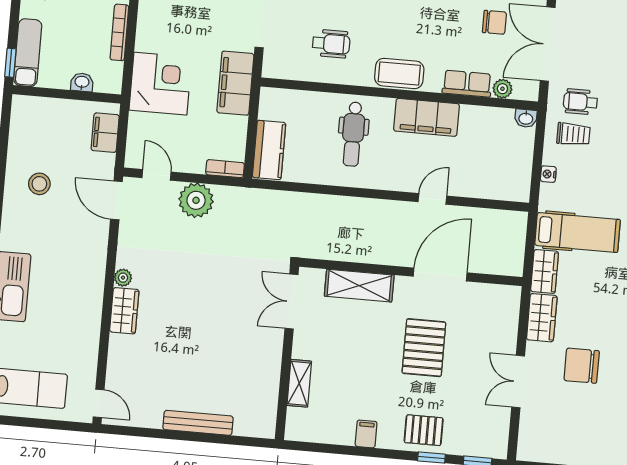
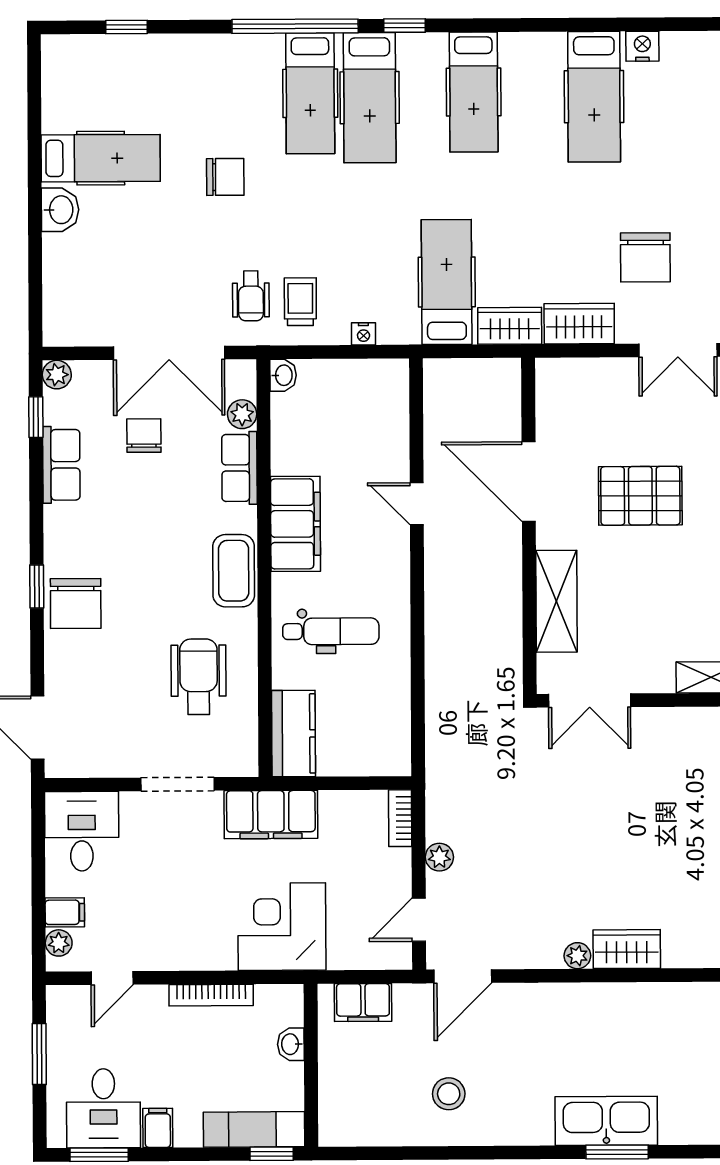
wheelchair: (331, 44) -> (199, 677), width x1.36, depth x1.37
kitchen counter: (269, 150) -> (293, 734), moved, turned 90
plant: (196, 200) -> (439, 857), width x0.53, depth x0.53

